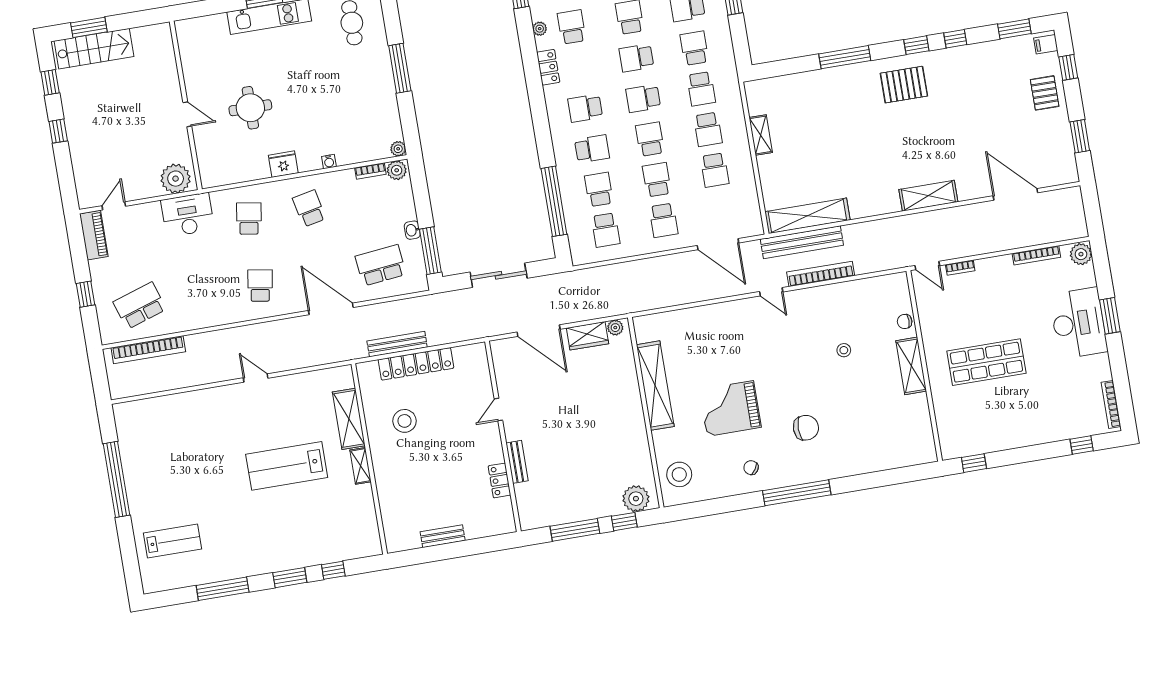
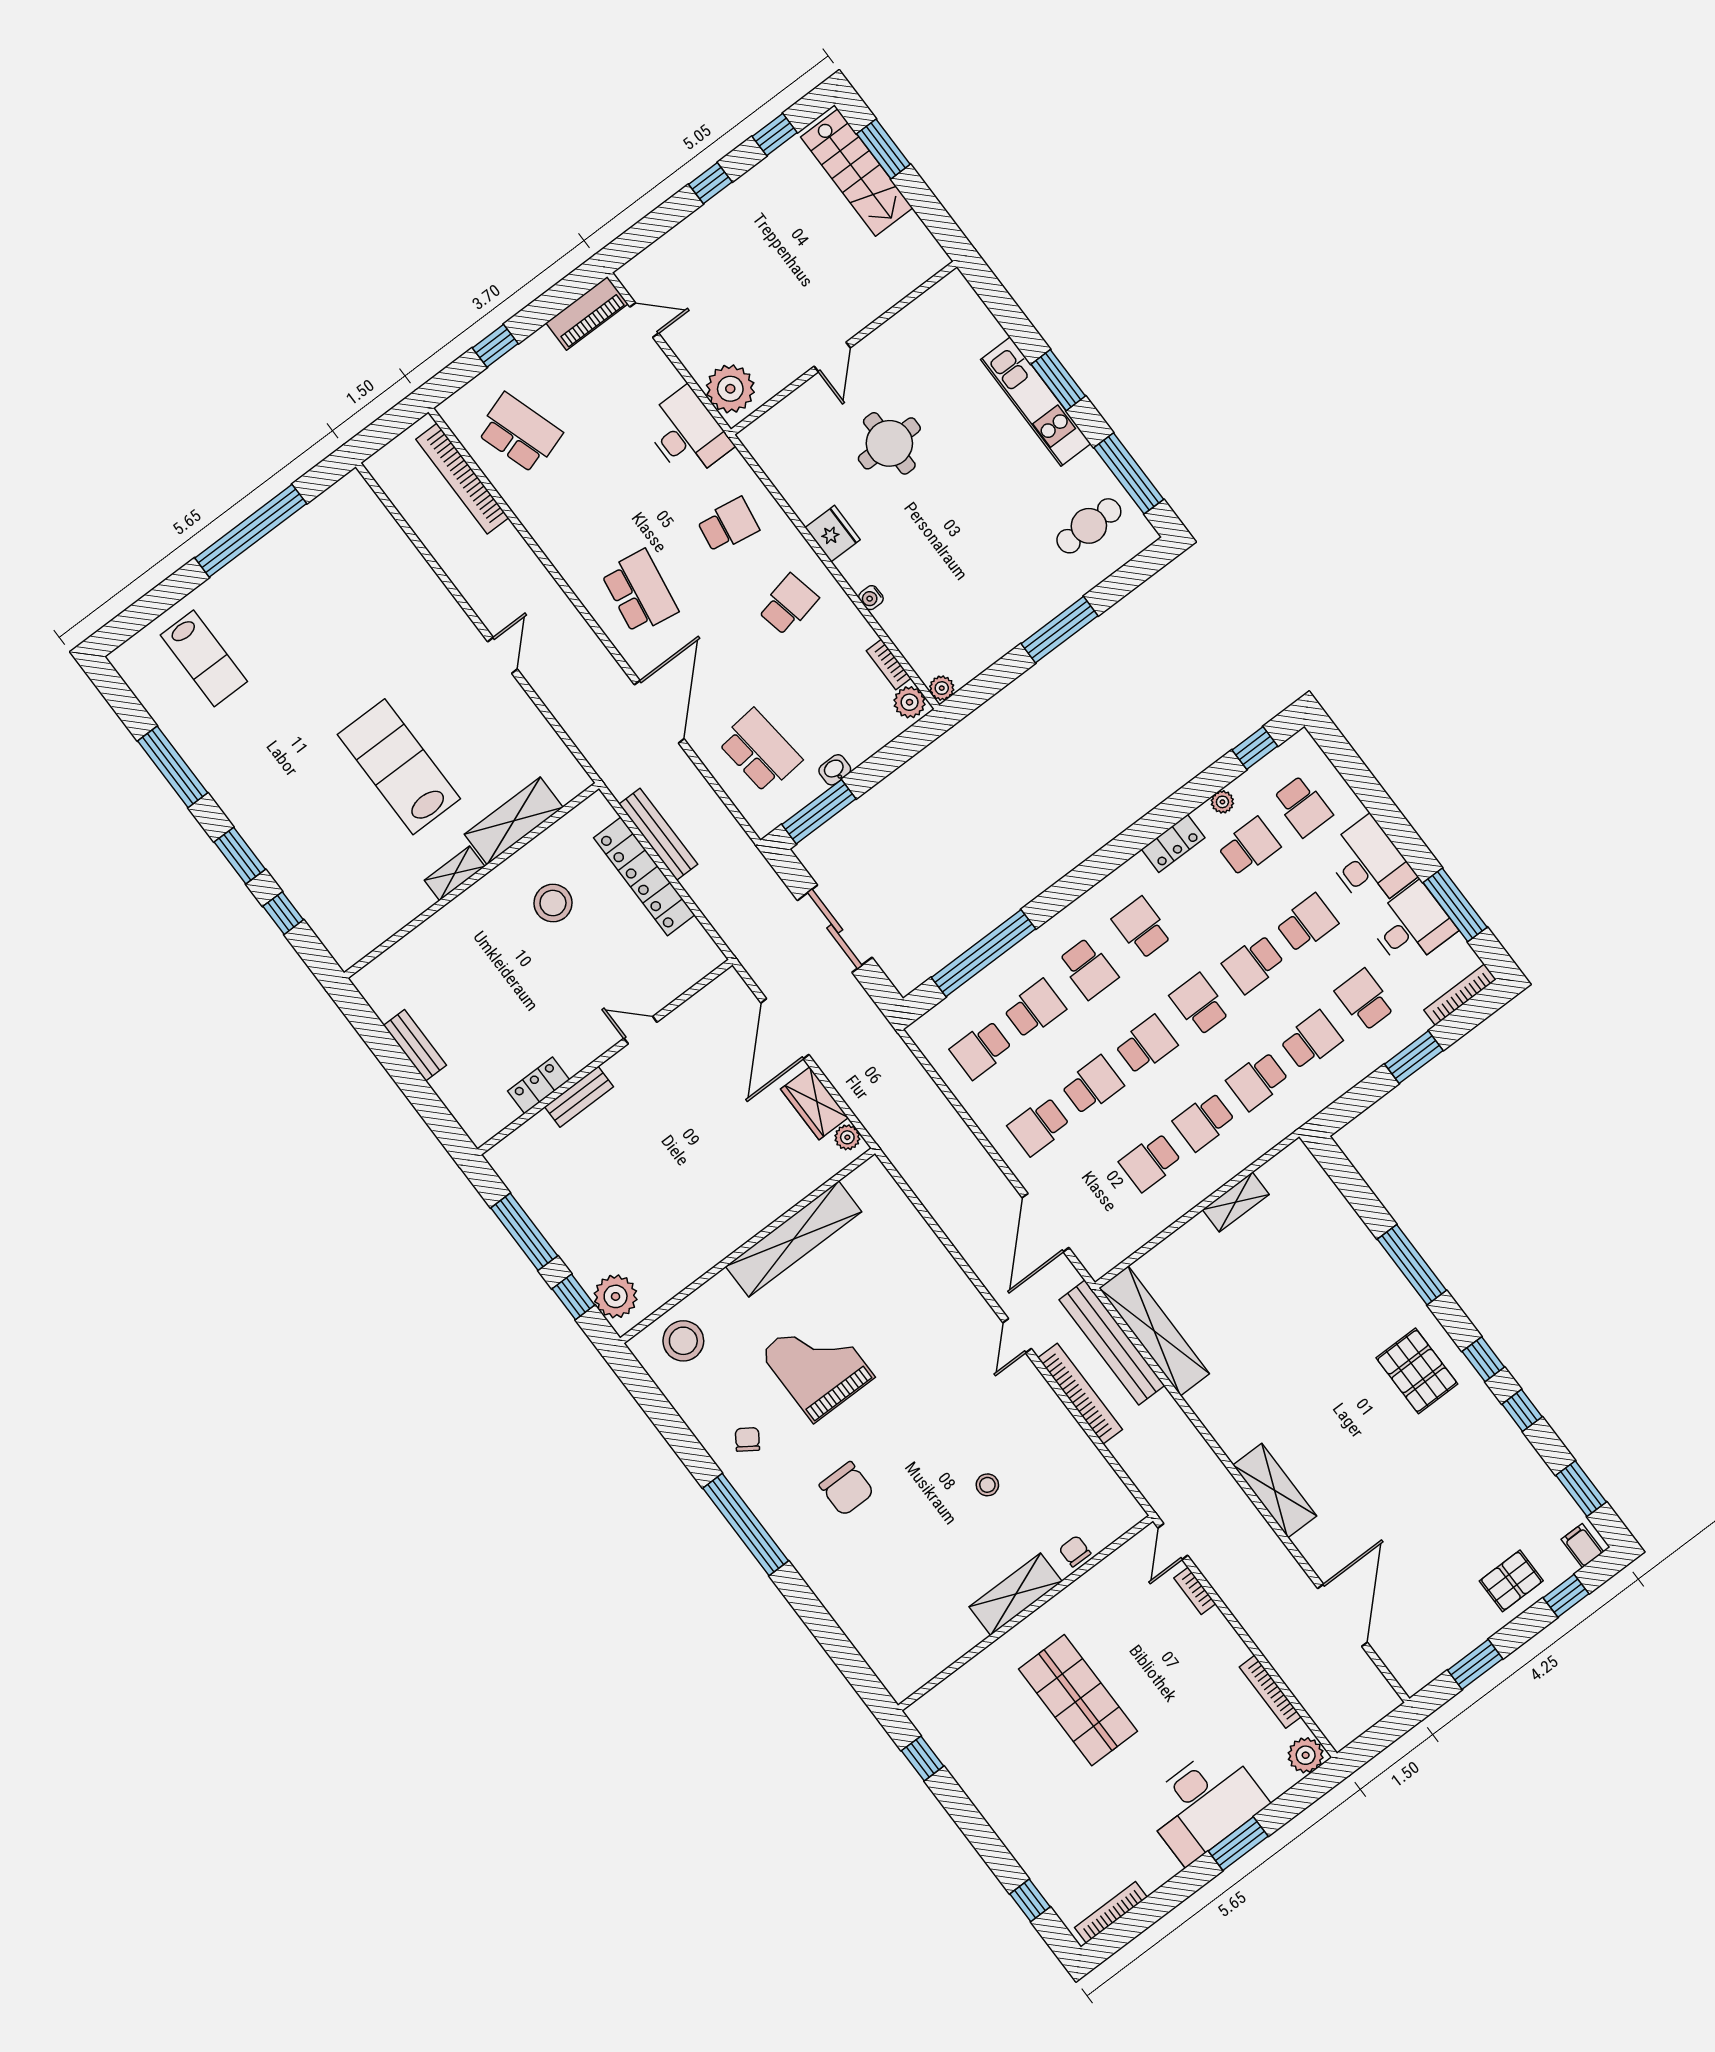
school desk: (636, 58) -> (1253, 964), turned -90
school desk: (260, 286) -> (640, 592), width x1.85

